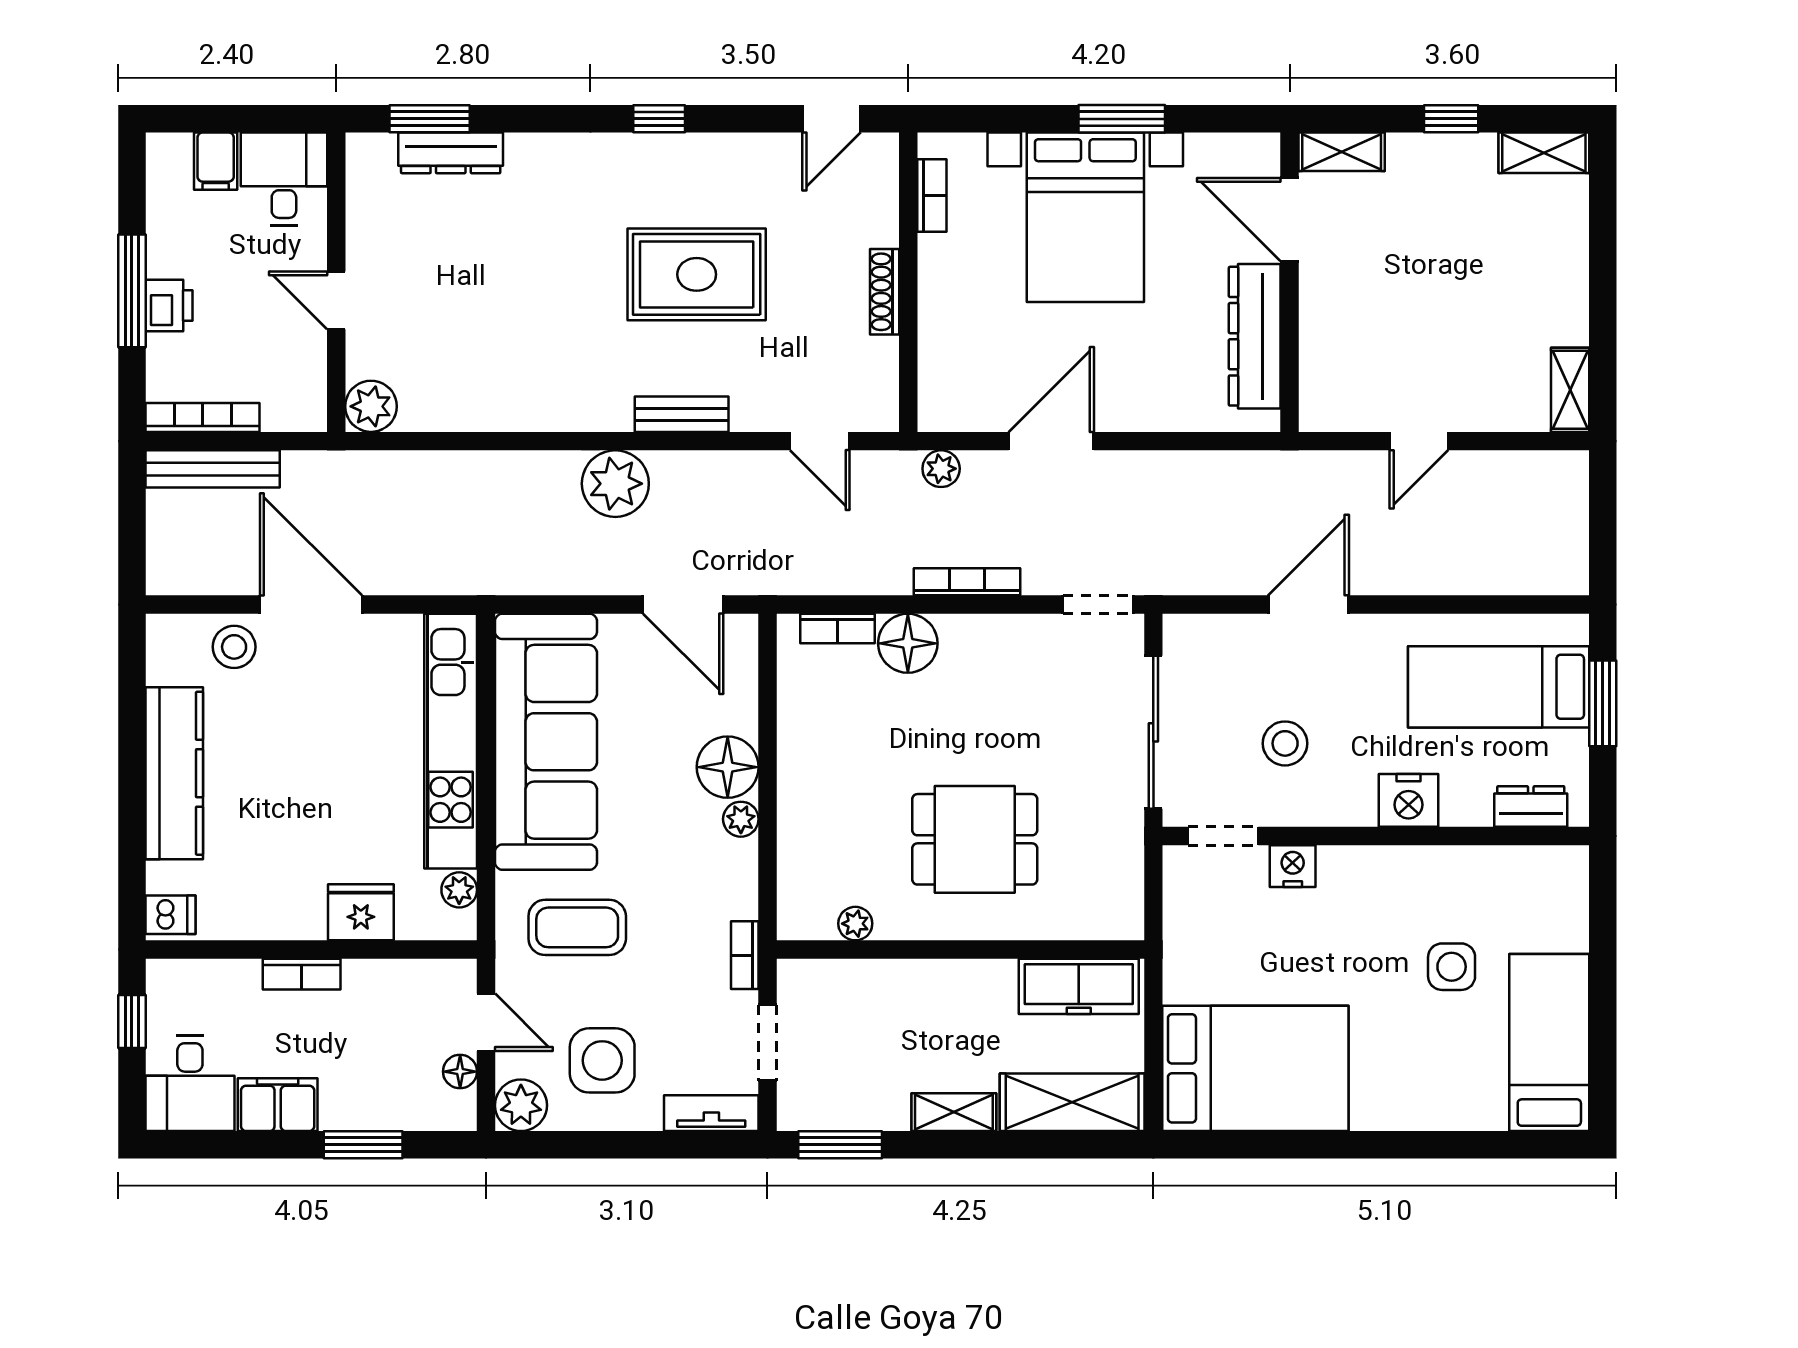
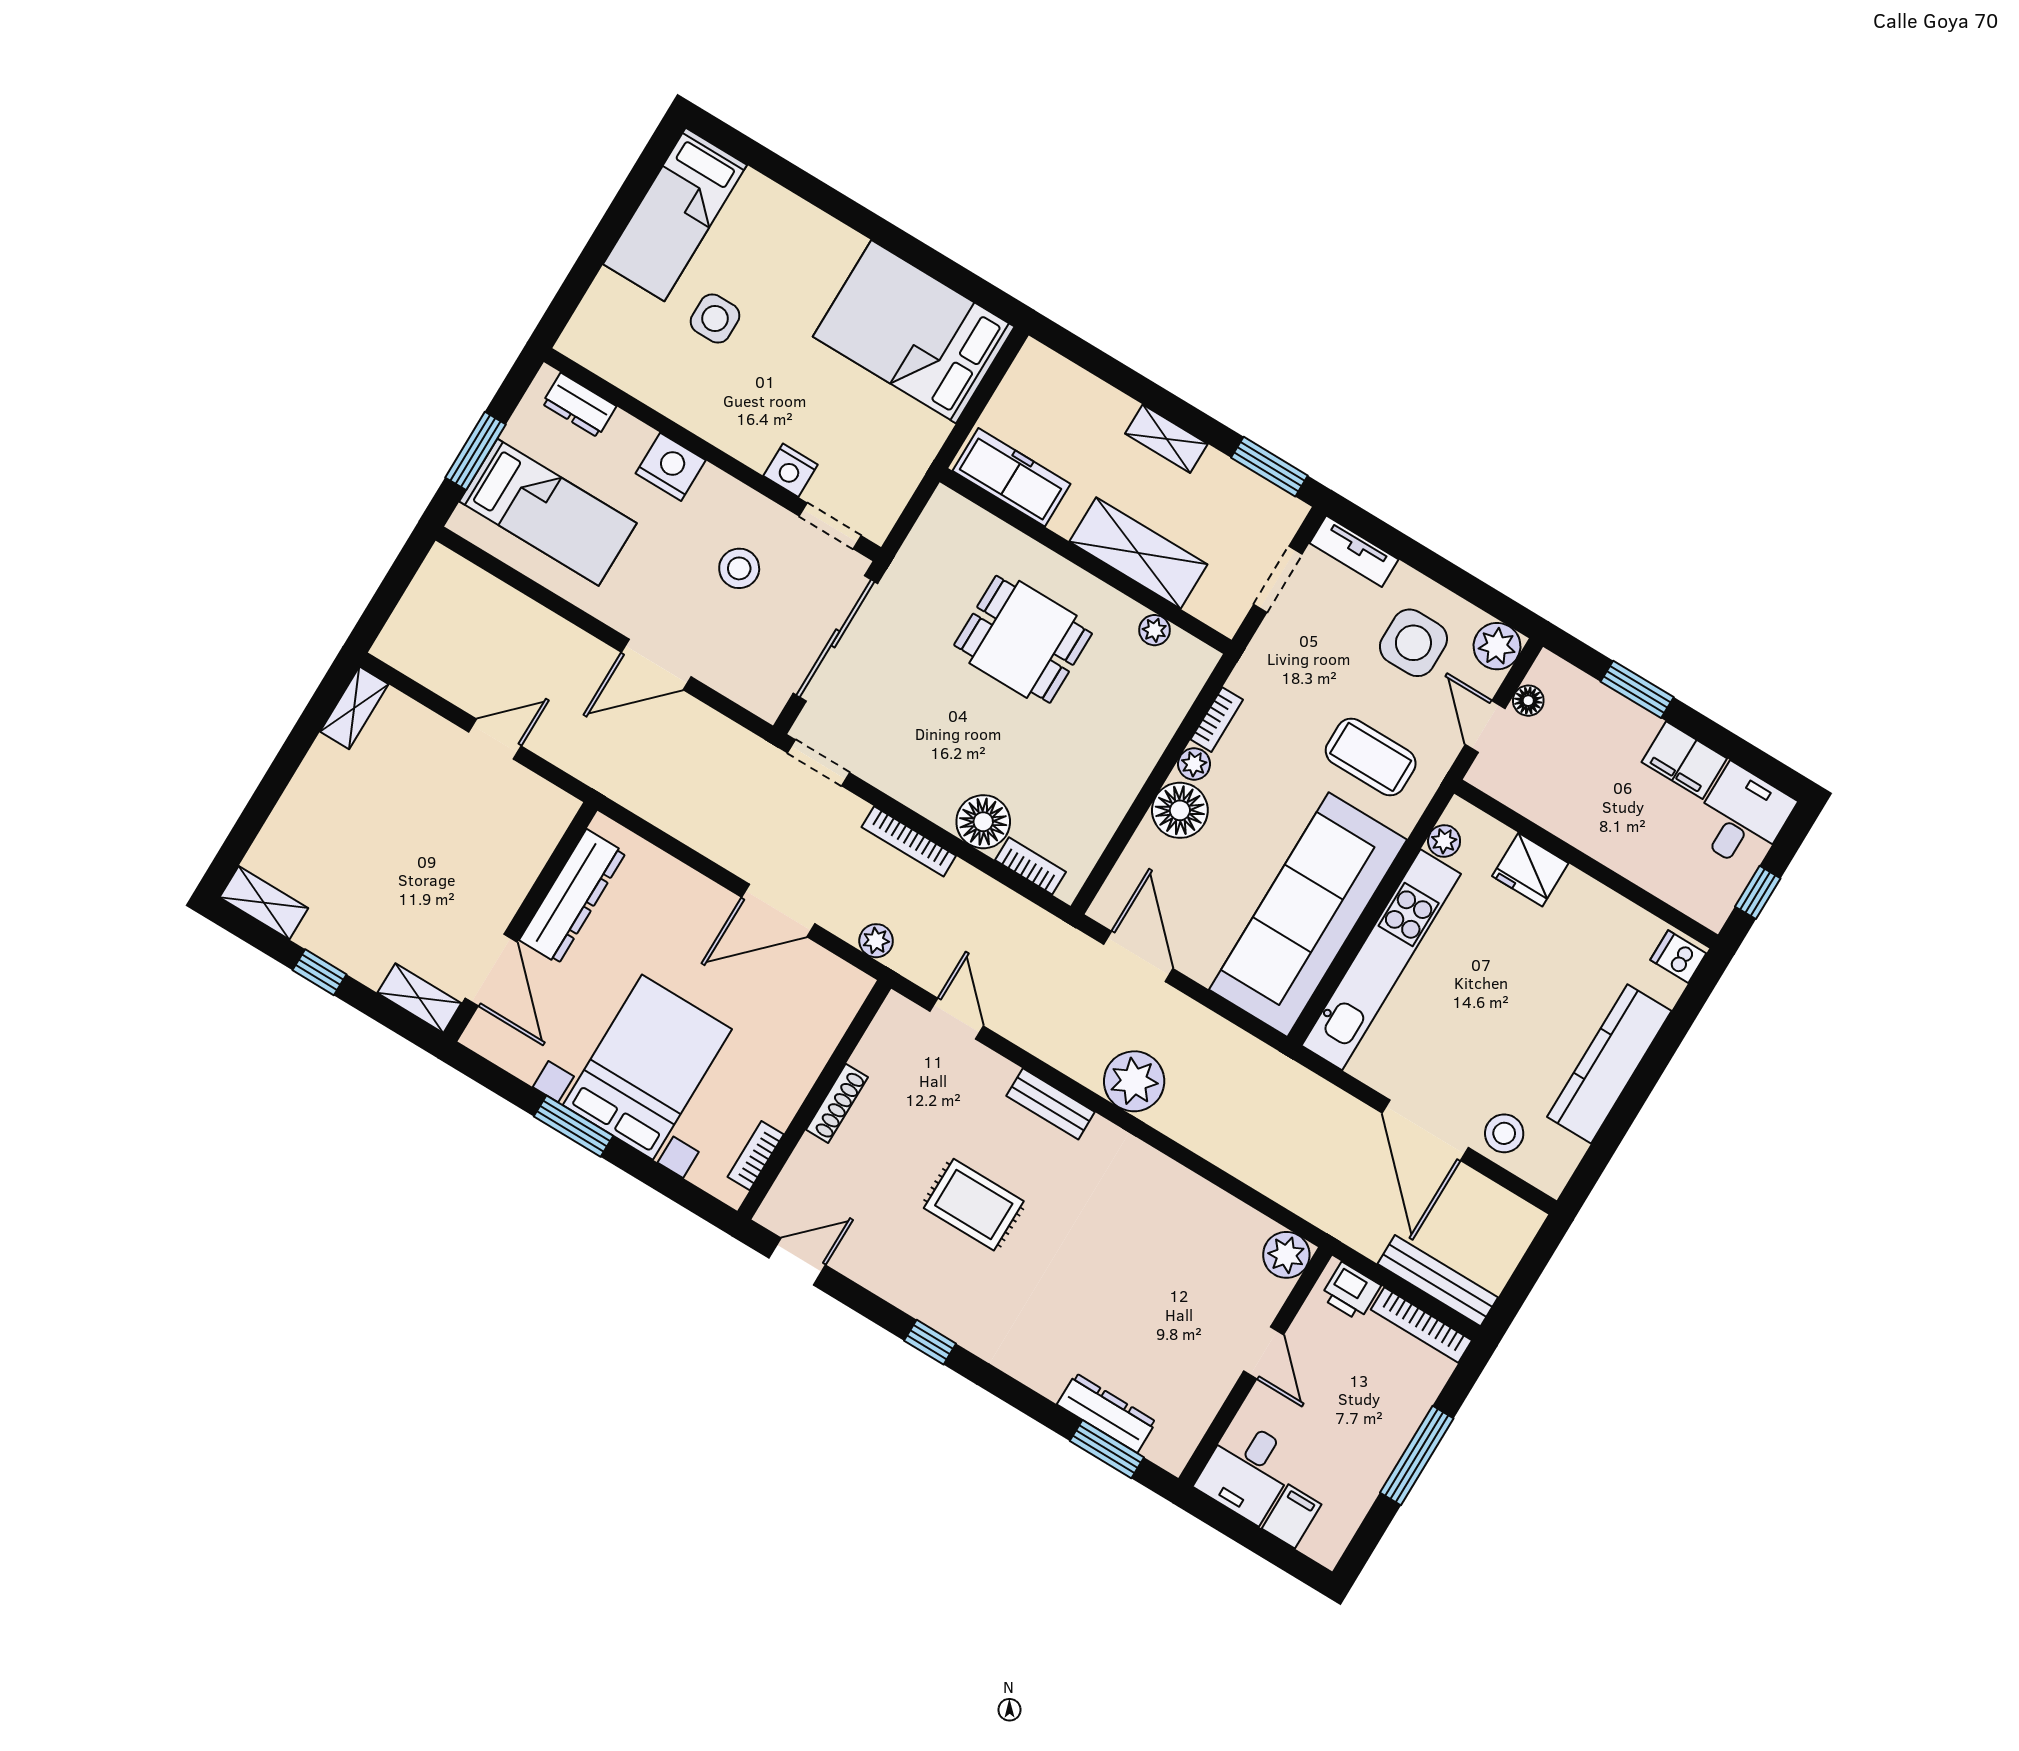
rug: (697, 274) -> (974, 1205), width x0.73, depth x0.70
printer: (169, 305) -> (1351, 1291), moved, turned -90
bookcase: (745, 955) -> (1217, 720), moved
bookcase: (302, 974) -> (1605, 850), removed
shelving: (1072, 1102) -> (1138, 553), moved

